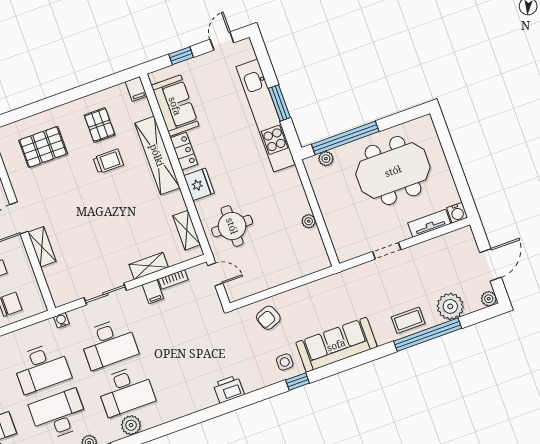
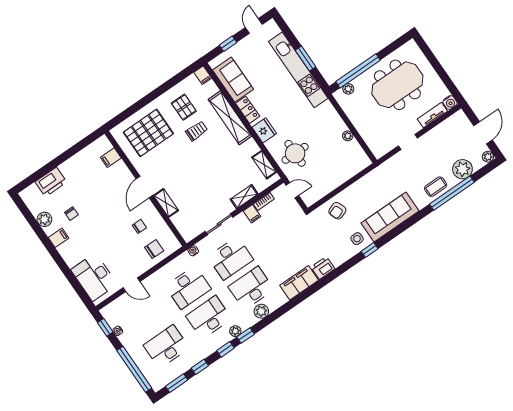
pallet: (43, 147) -> (148, 133), width x1.37, depth x1.41
desk: (126, 391) -> (251, 288), turned 180
filing cabinet: (192, 401) -> (299, 283), added

